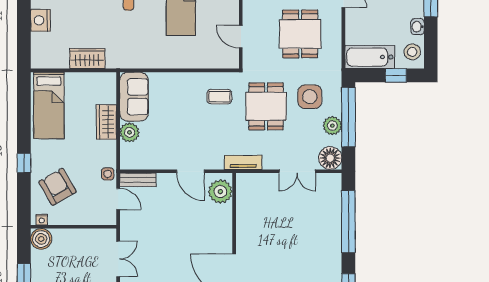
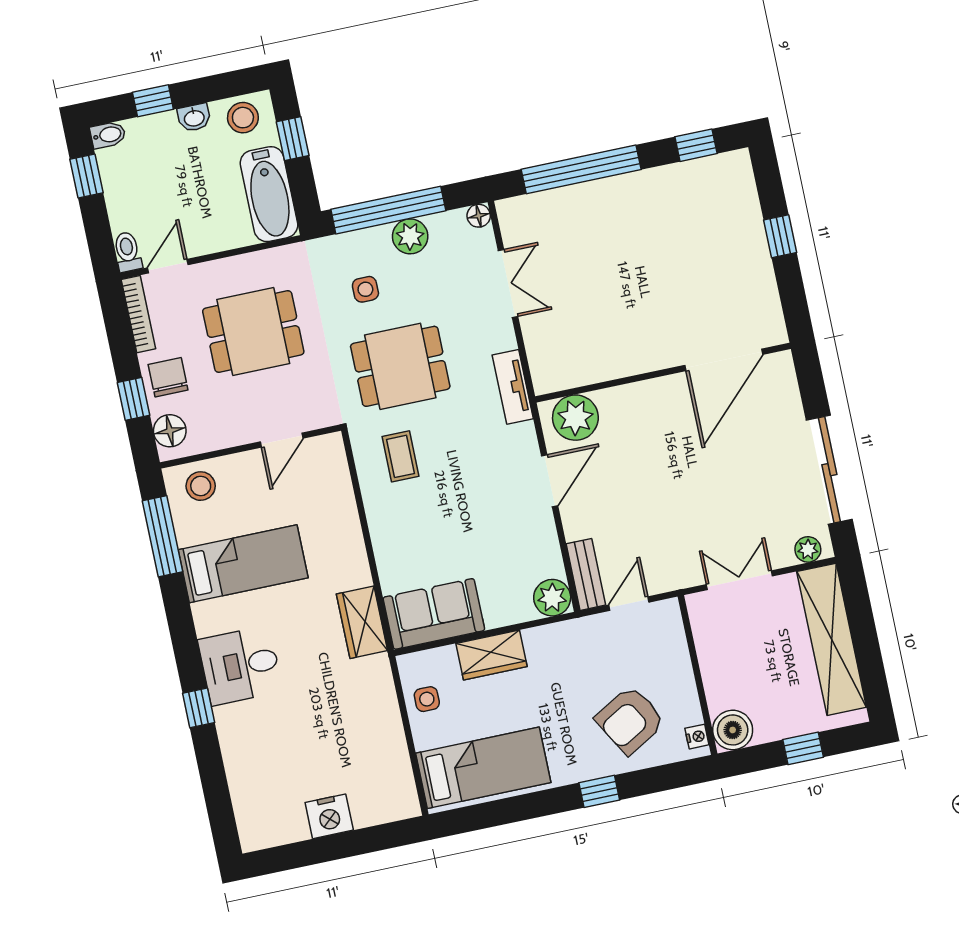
wardrobe: (87, 59) -> (362, 622), moved
side table: (310, 97) -> (365, 289), width x0.54, depth x0.54
plant: (129, 132) -> (552, 598), moved
floor lamp: (330, 158) -> (479, 216), width x0.53, depth x0.53
side table: (108, 174) -> (427, 699), moved

